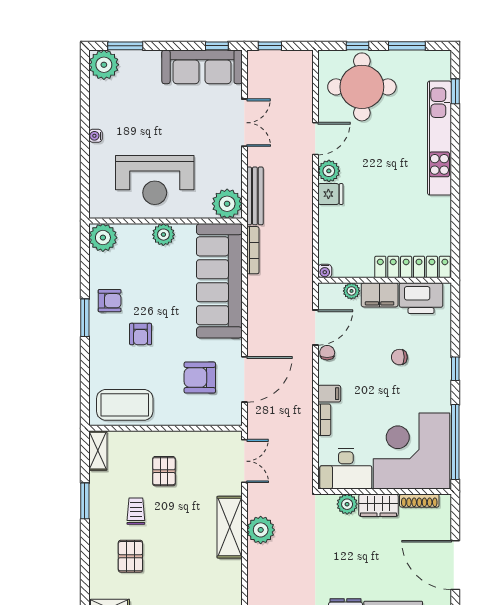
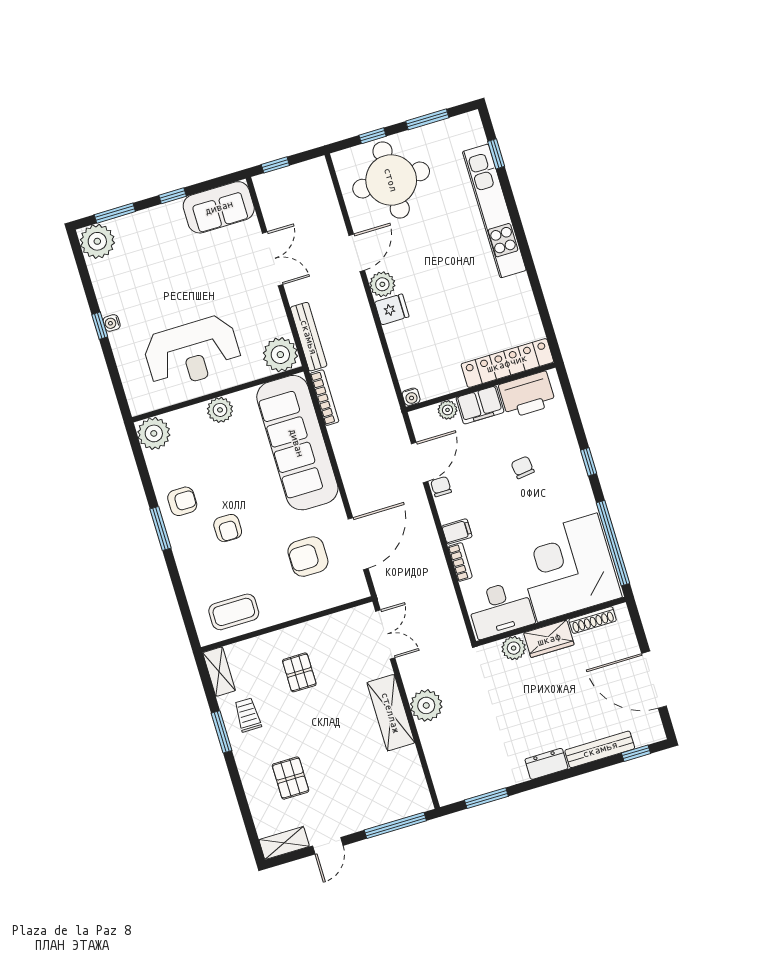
window: (217, 46) -> (173, 196), moved
sofa: (202, 67) -> (219, 207), width x0.73
window: (85, 135) -> (100, 326), added
chair: (399, 357) -> (523, 467), turned 83
coffee table: (125, 405) -> (234, 612), width x0.73, depth x0.76
trolley: (136, 511) -> (248, 715), moved

